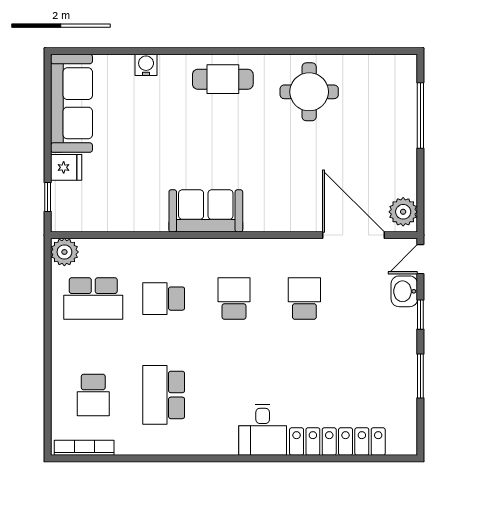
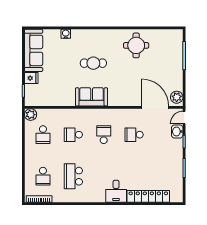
cafe table: (223, 79) -> (93, 63), moved
school desk: (93, 299) -> (43, 135), width x0.54
school desk: (304, 299) -> (134, 135), turned -90

